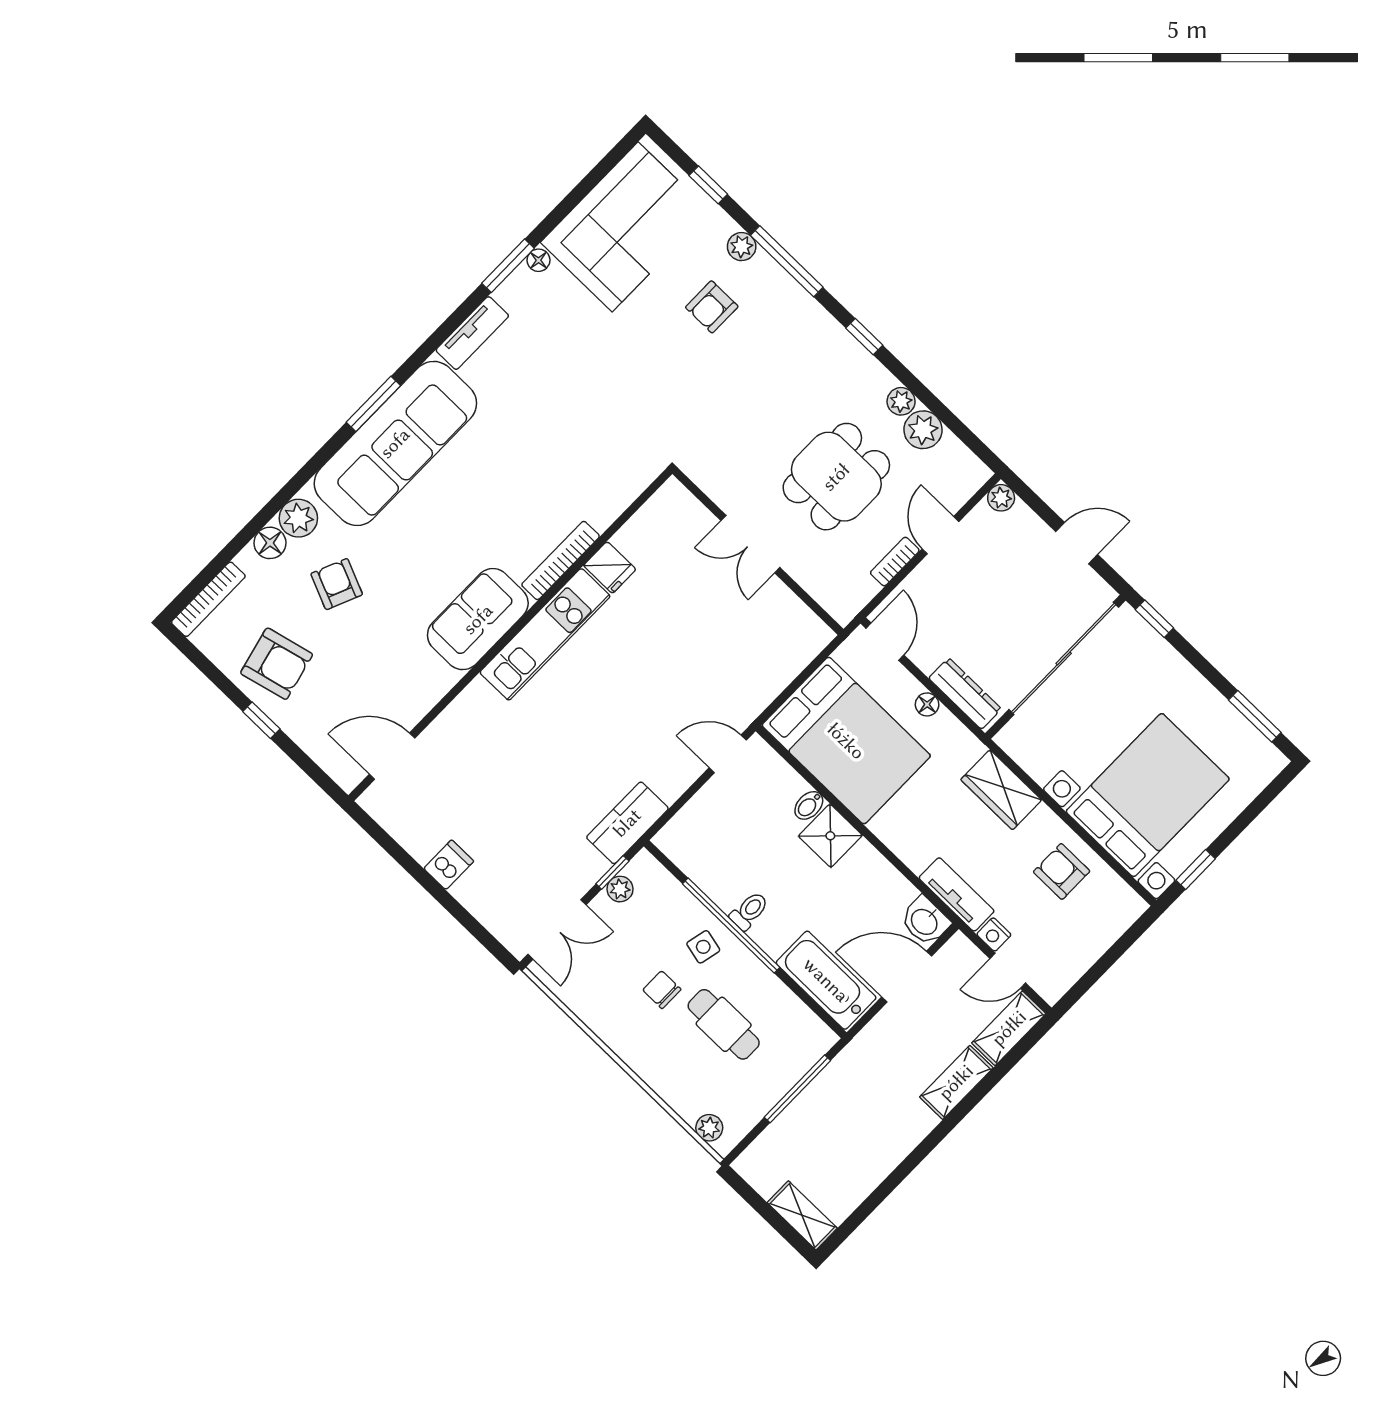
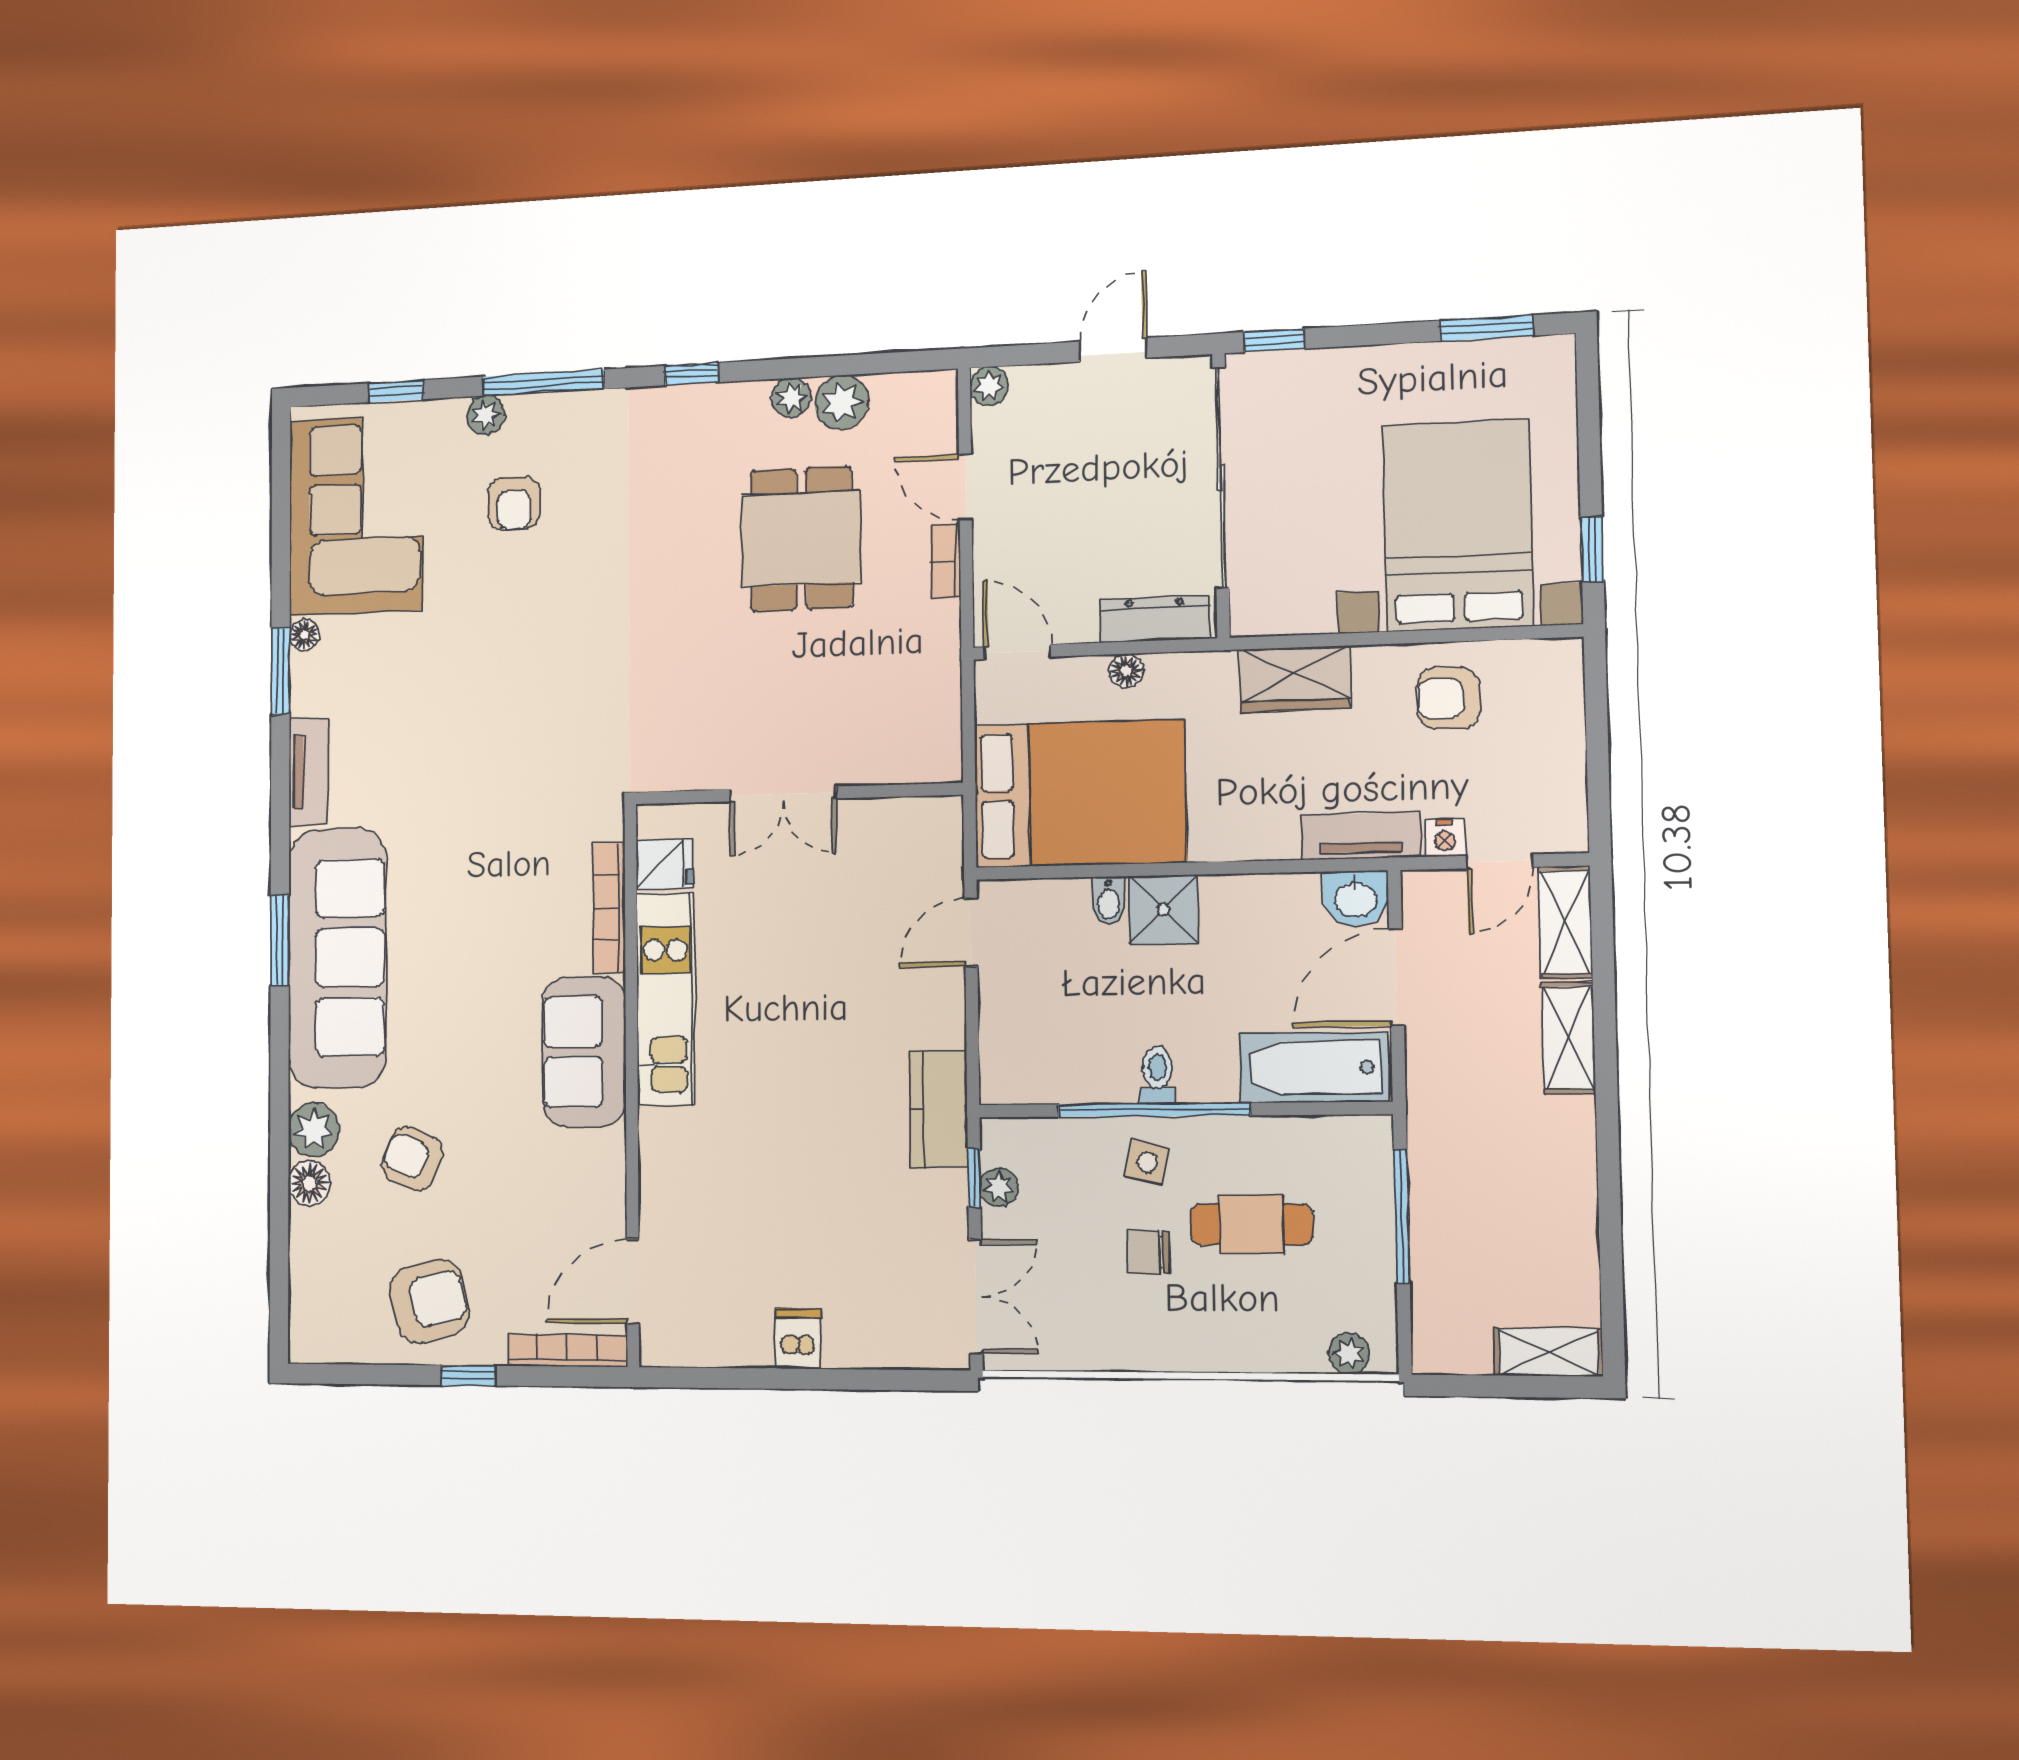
double door: (750, 544) -> (783, 794), moved
wall: (758, 551) -> (798, 794), moved
bookcase: (208, 599) -> (567, 1350), moved, turned -90

